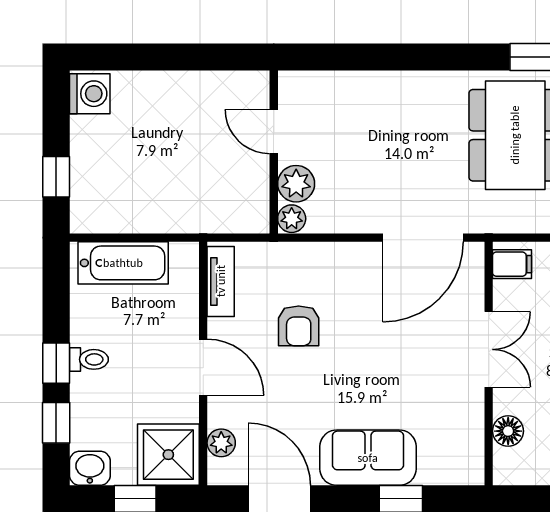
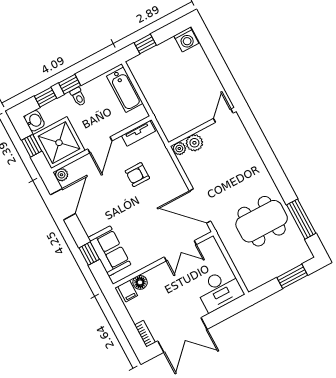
door: (274, 132) -> (223, 116), moved
filing cabinet: (512, 264) -> (128, 291), moved
double door: (489, 349) -> (180, 251), moved
plant: (221, 443) -> (61, 175), moved
shower: (168, 455) -> (59, 143), width x1.37, depth x1.37
sofa: (368, 458) -> (109, 251), moved

